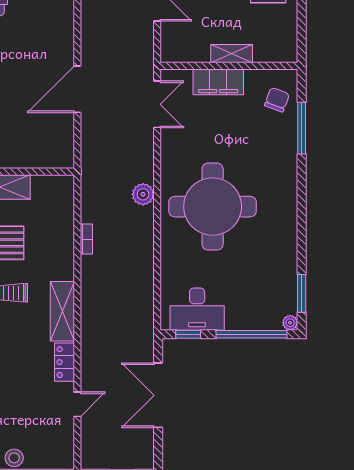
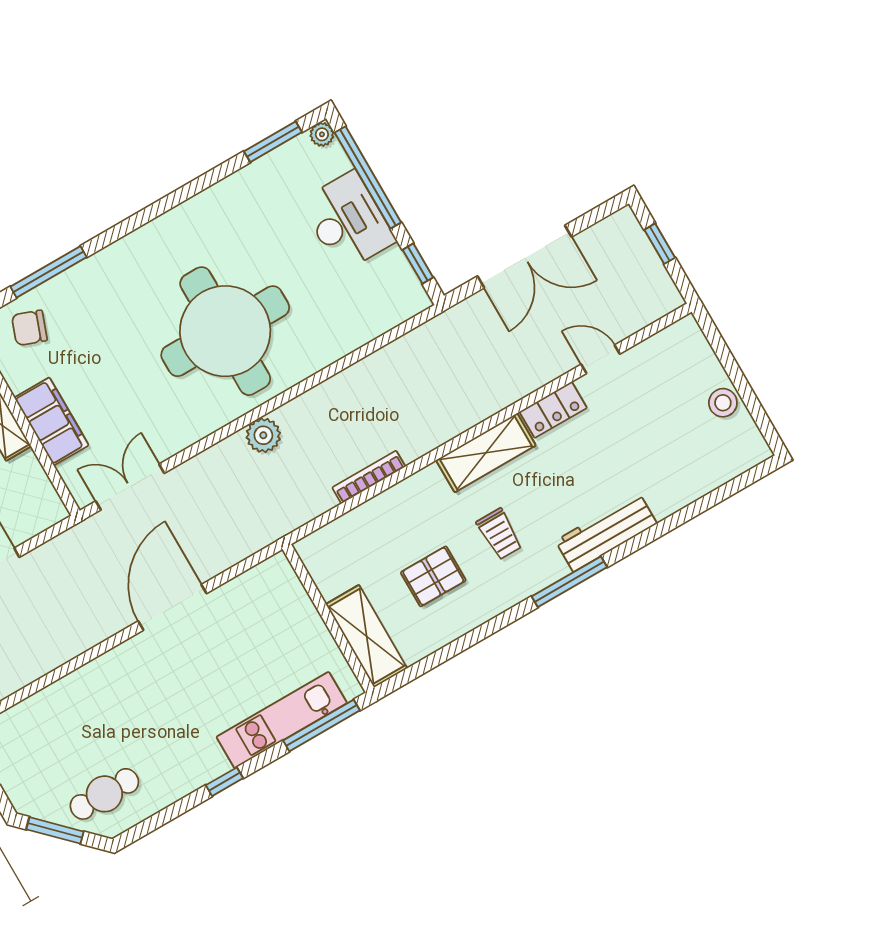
door: (77, 89) -> (172, 607), swing flipped
bookcase: (86, 239) -> (369, 477), width x1.56
desk: (197, 309) -> (348, 221), moved

